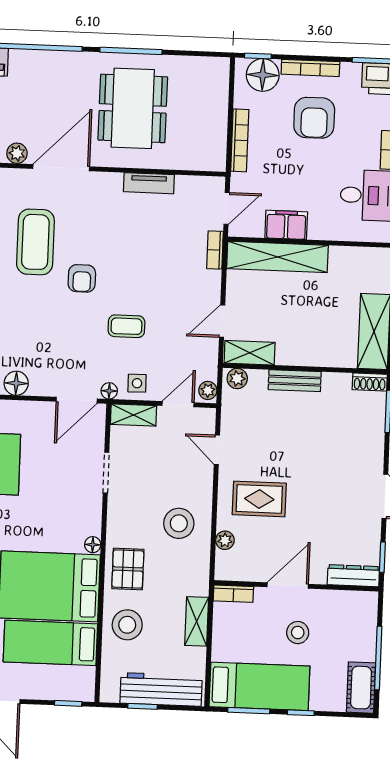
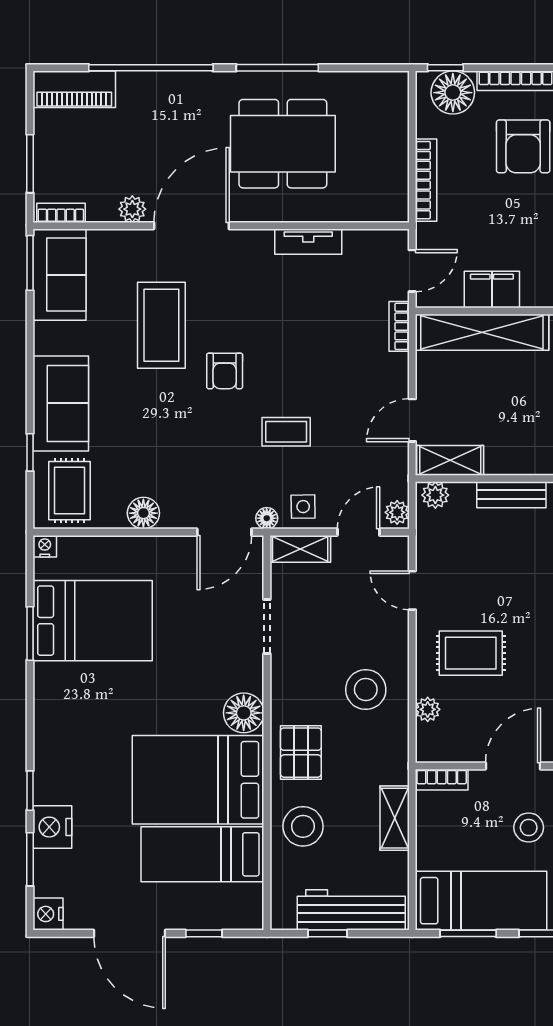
dining table: (133, 108) -> (283, 144), turned 90
floor lamp: (93, 545) -> (244, 713), width x1.89, depth x1.89
window: (68, 703) -> (204, 933), moved

